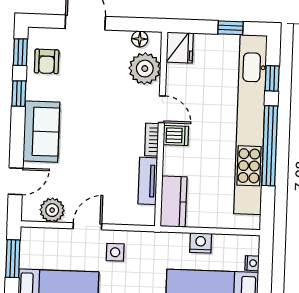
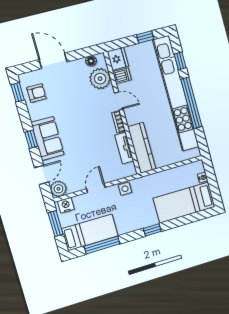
armchair: (47, 61) -> (36, 93), turned -90
window: (19, 94) -> (31, 139), moved
dishwasher: (176, 135) -> (122, 76), moved
kitchen counter: (174, 202) -> (142, 148), width x1.50
plant: (52, 210) -> (58, 189), moved
nightstand: (201, 243) -> (66, 205), moved
side table: (115, 252) -> (125, 189), moved

